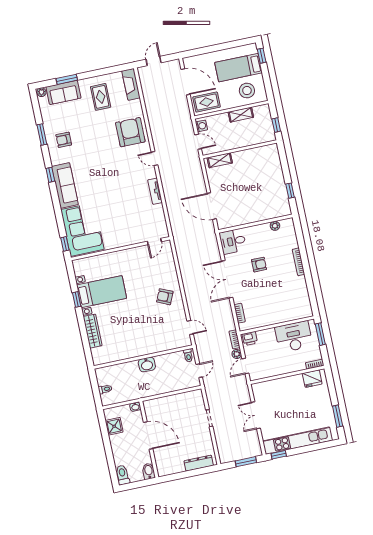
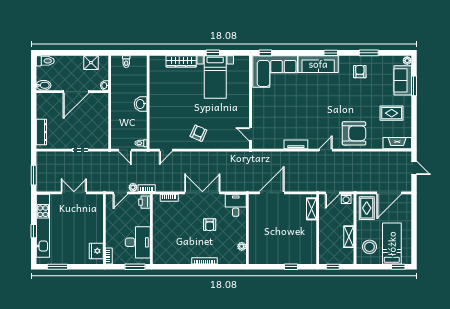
window: (290, 191) -> (291, 267), moved
door: (245, 366) -> (120, 193), swing flipped
window: (279, 455) -> (34, 231), moved

